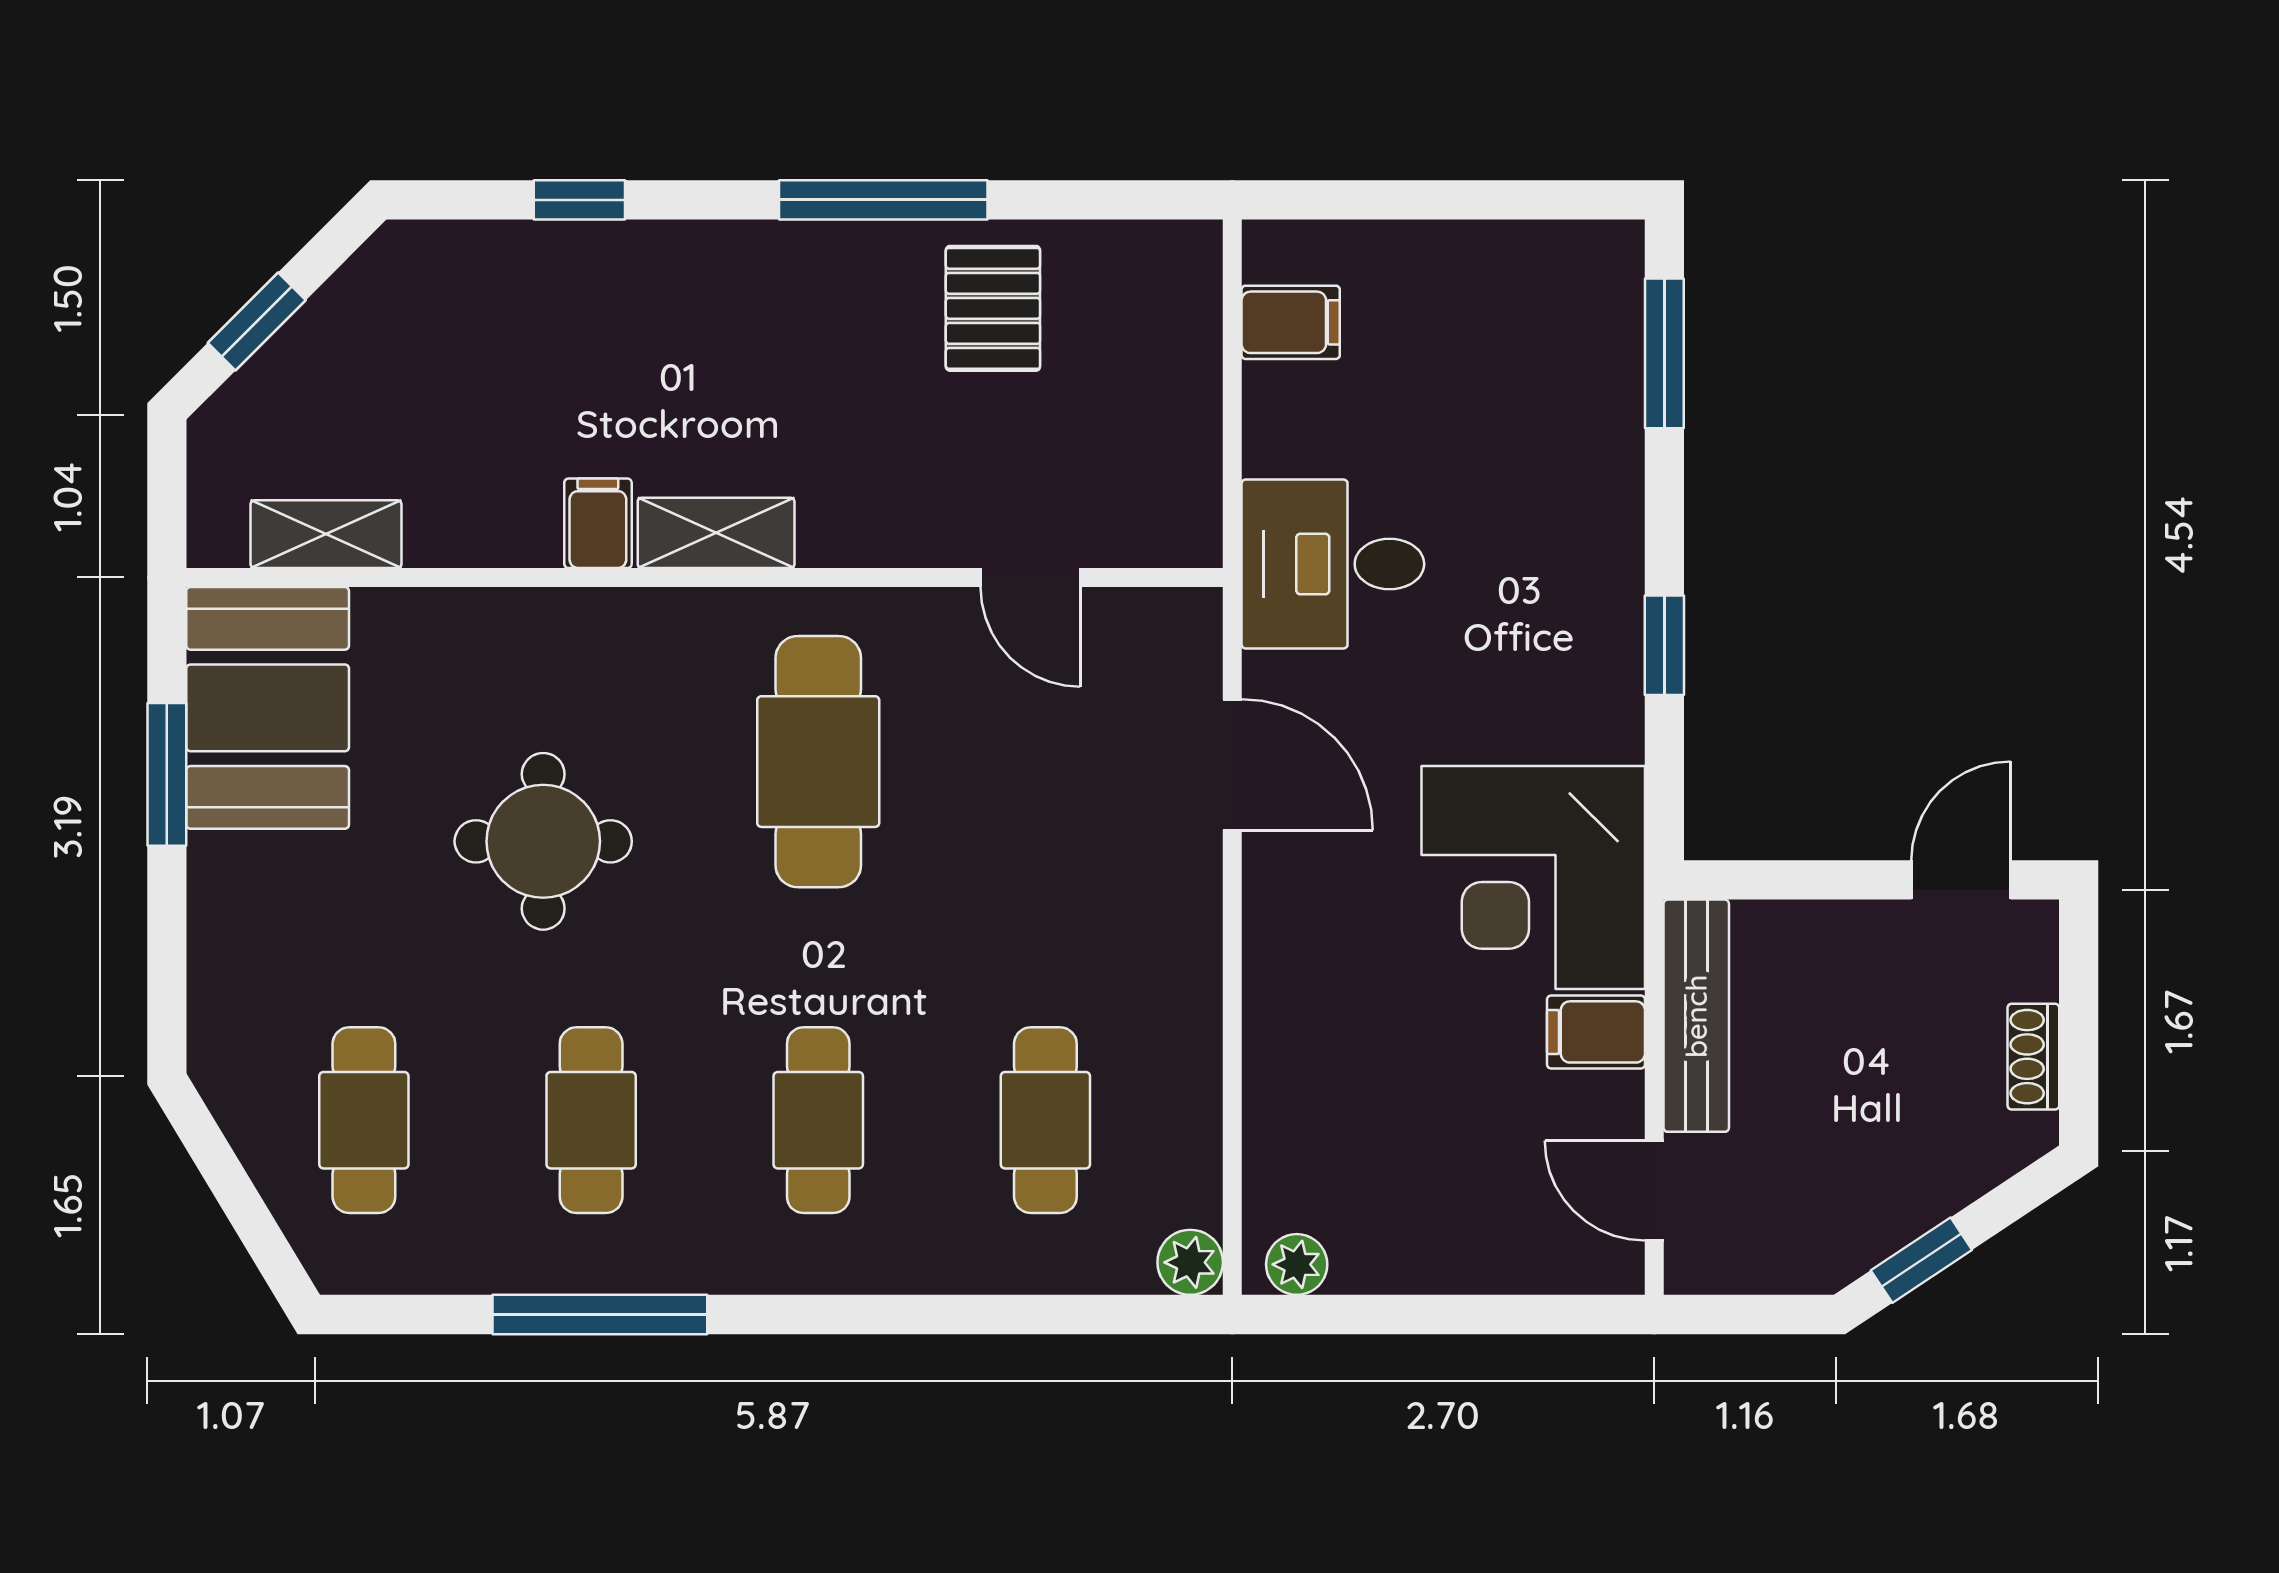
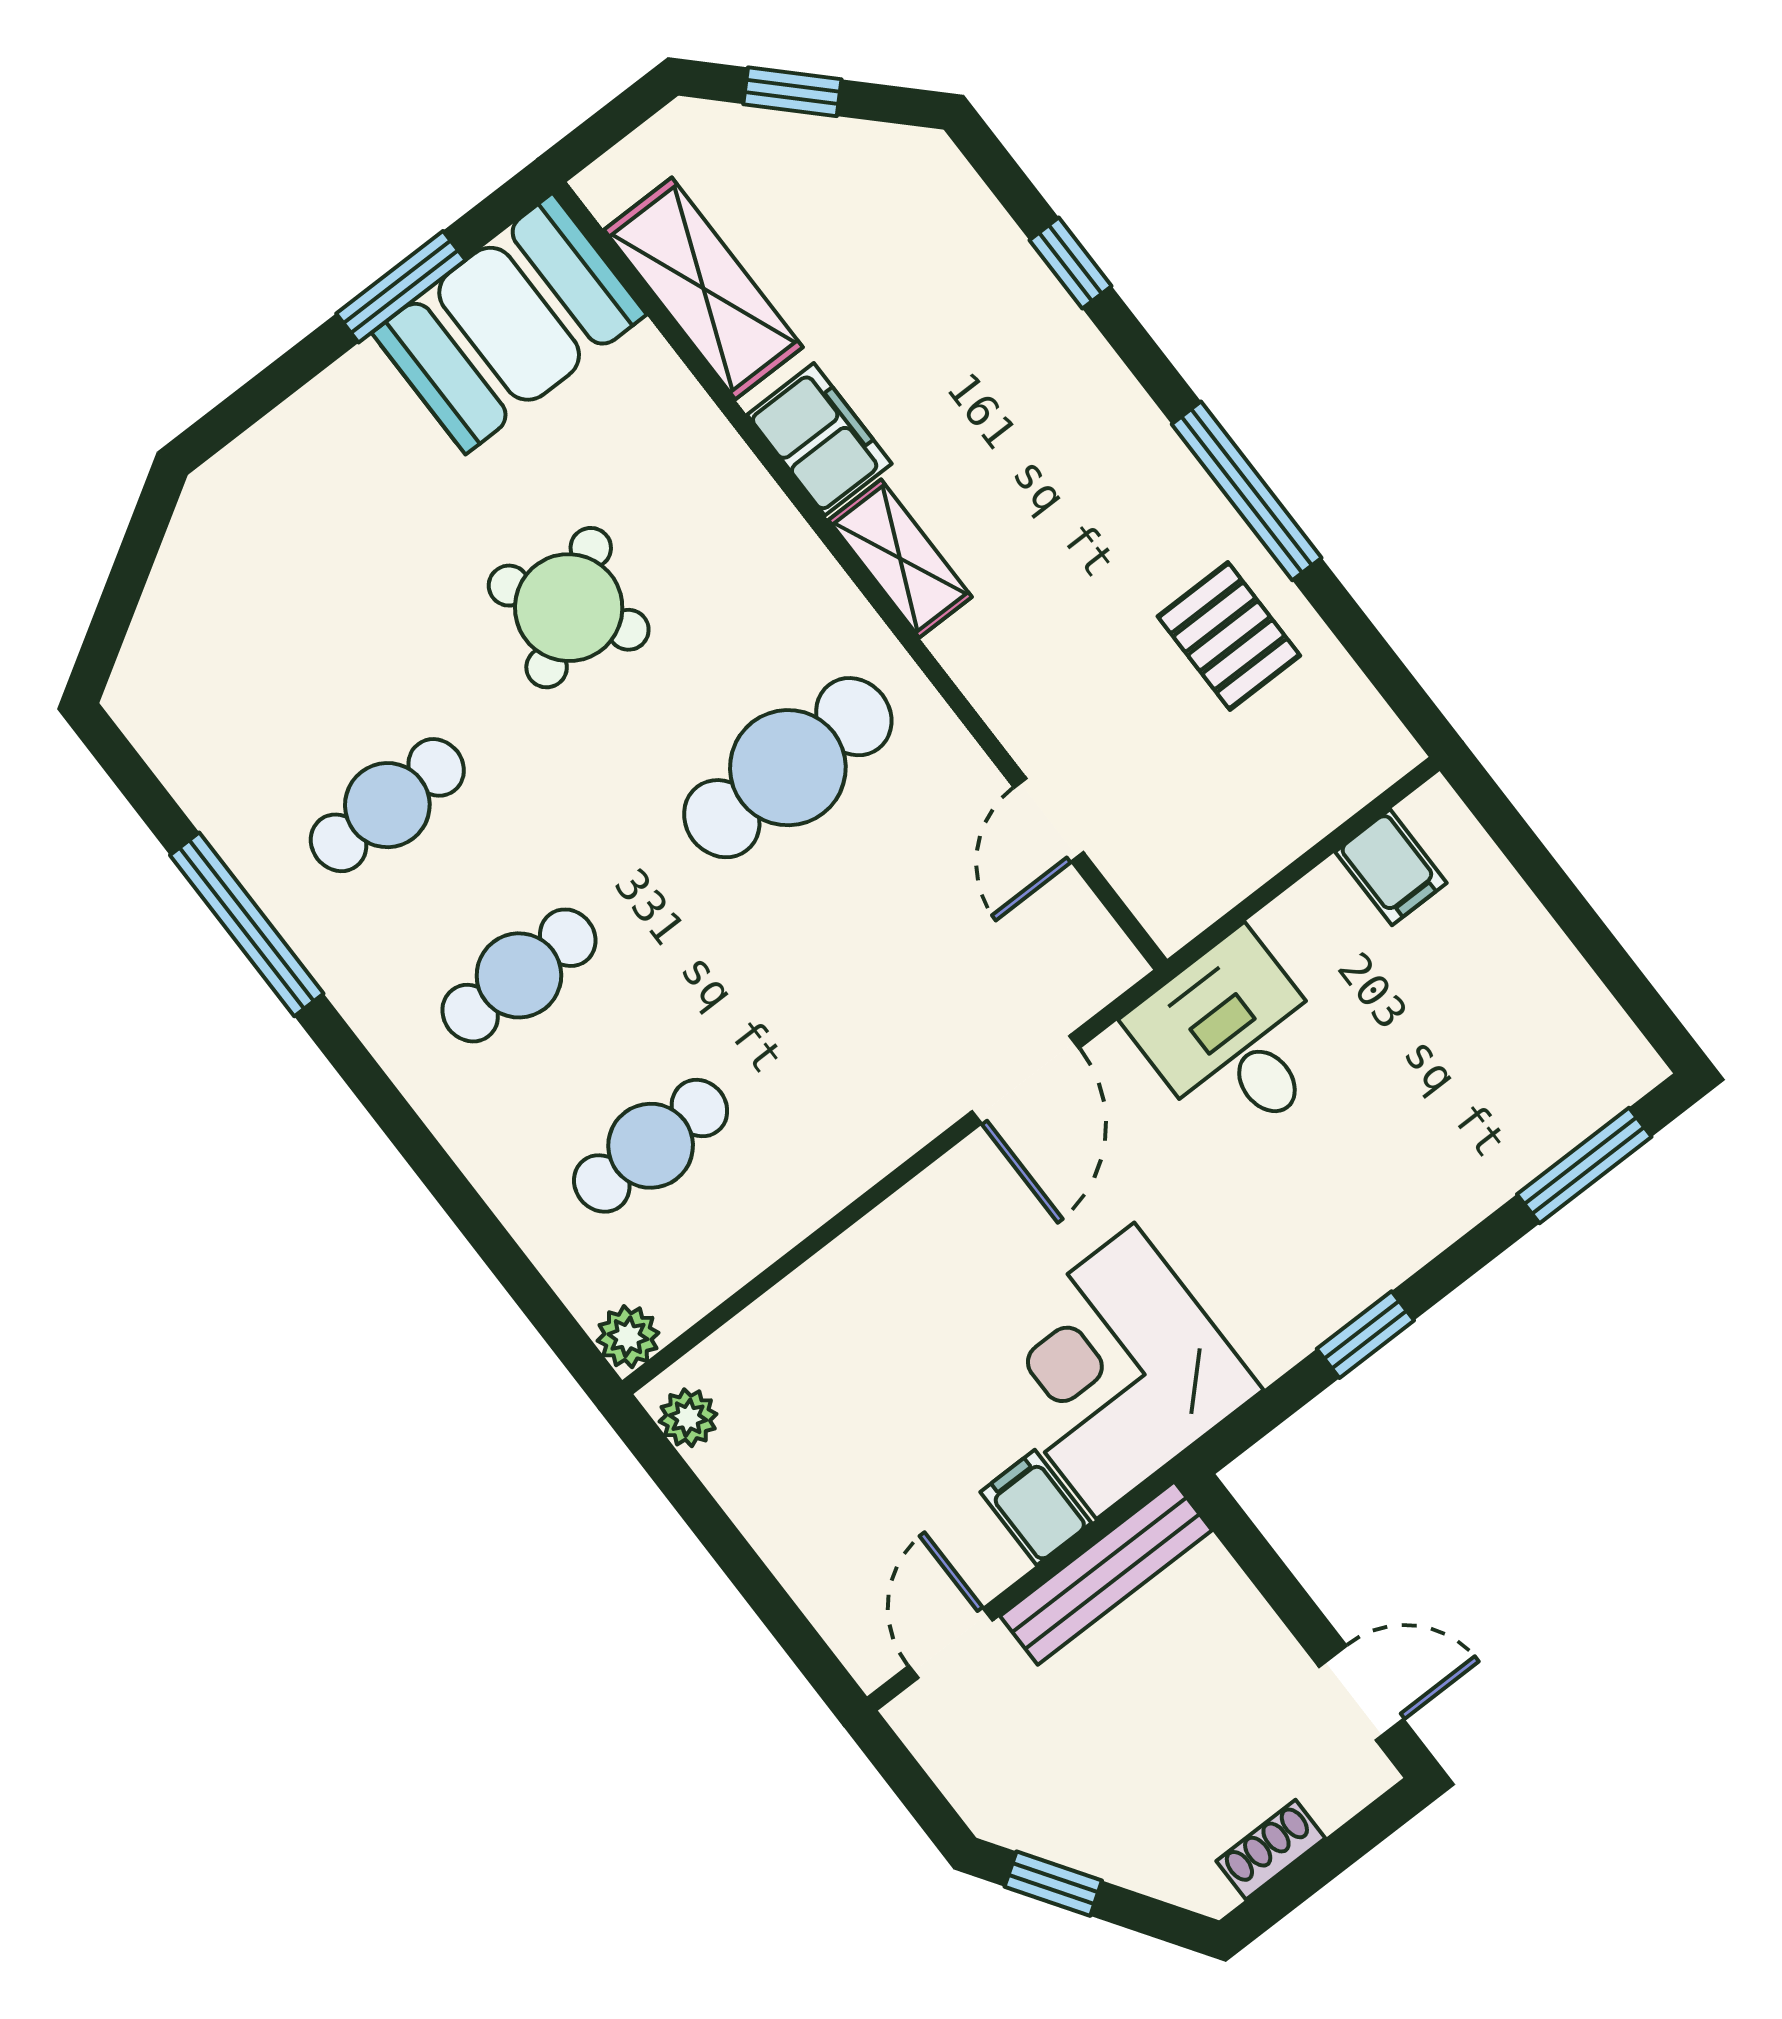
pallet: (993, 308) -> (1229, 636), turned 90
filing cabinet: (598, 523) -> (819, 439), width x2.00
shelving: (326, 534) -> (703, 288), width x1.50, depth x1.33
round table: (543, 841) -> (569, 608), turned -32
cafe table: (364, 1120) -> (256, 635), removed

